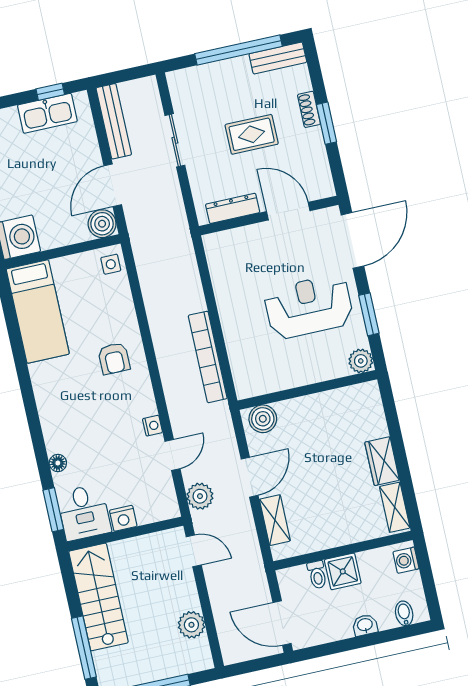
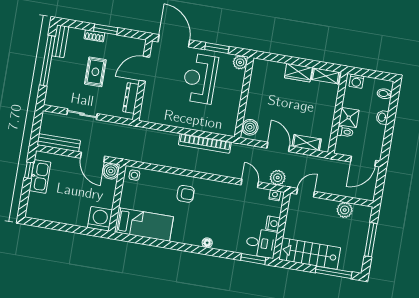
nightstand: (152, 426) -> (275, 195), moved
floor lamp: (58, 463) -> (207, 243), moved

